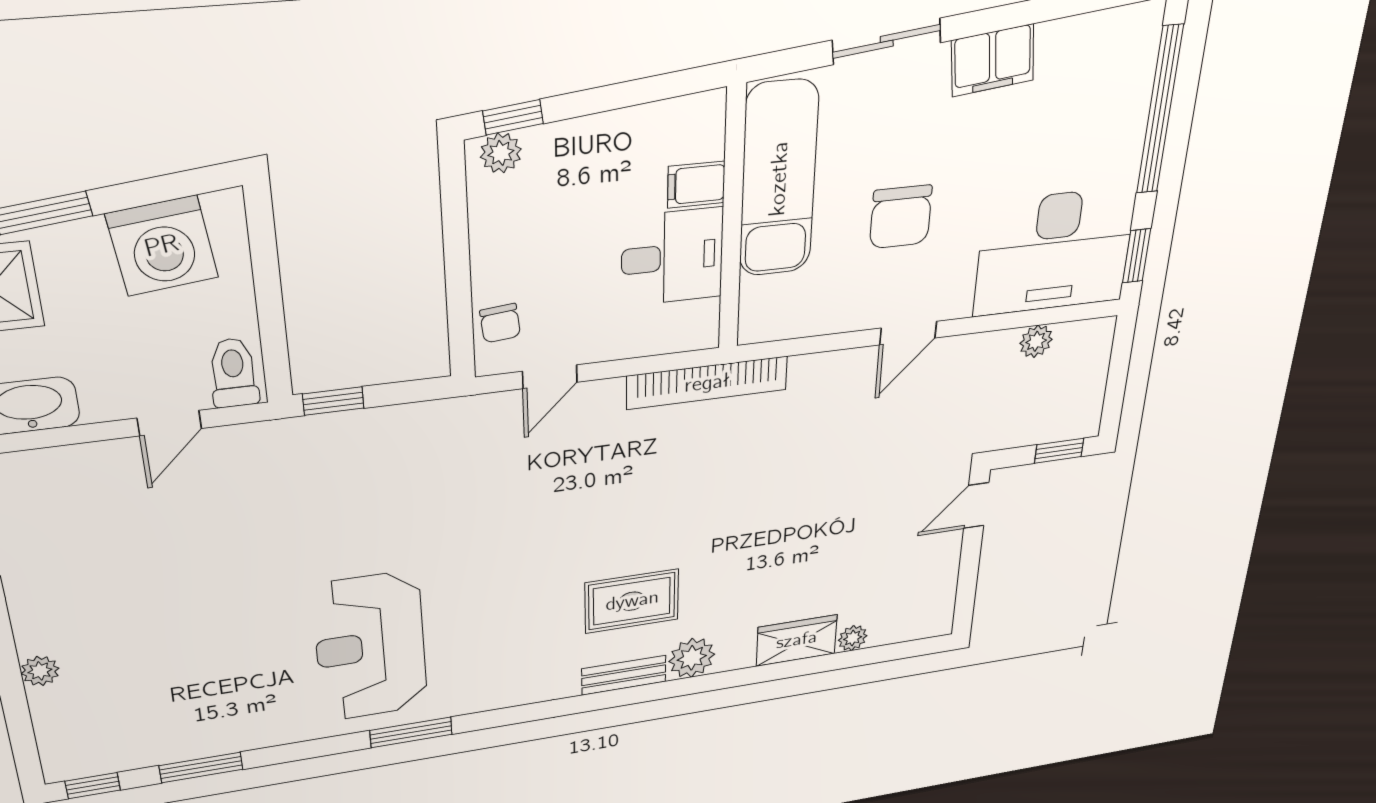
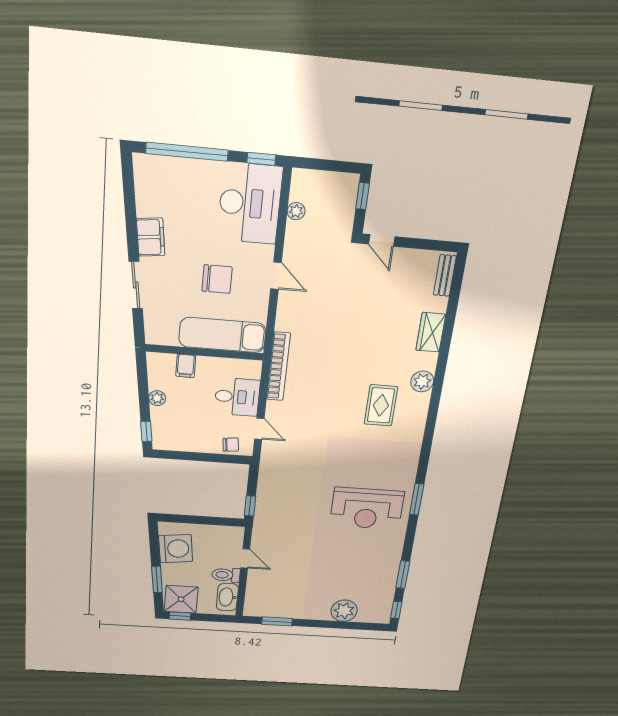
plant: (501, 153) -> (157, 398), moved
exam couch: (779, 179) -> (222, 335), moved
desk: (672, 257) -> (237, 397), moved, turned 90
toilet: (233, 373) -> (226, 575), moved
plant: (853, 638) -> (440, 305), removed
plant: (40, 671) -> (344, 611), width x1.87, depth x1.87
bench: (624, 675) -> (445, 275), moved

